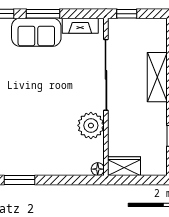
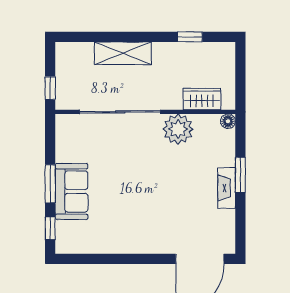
fireplace: (80, 26) -> (227, 188), moved, turned 180
wardrobe: (124, 166) -> (202, 99), moved, turned 90
window: (19, 180) -> (240, 175), moved

